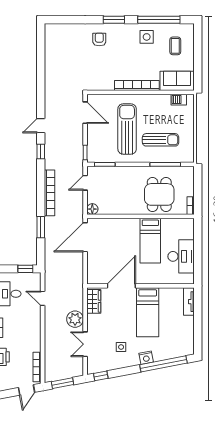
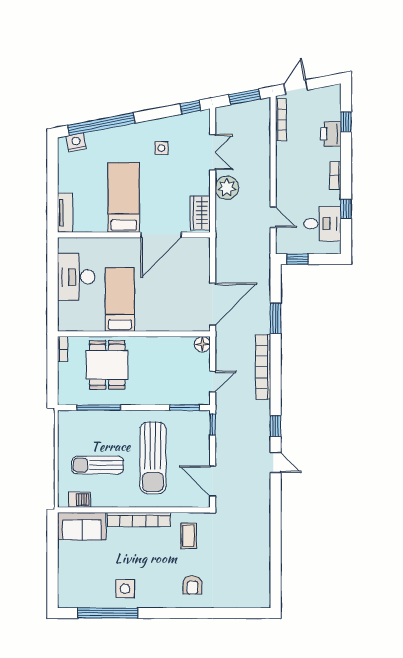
window: (114, 20) -> (172, 613), removed
coffee table: (175, 46) -> (189, 536), moved
door: (41, 126) -> (276, 463), hinge flipped
sun lounger: (161, 140) -> (98, 465), moved
nightstand: (146, 358) -> (76, 142), moved

